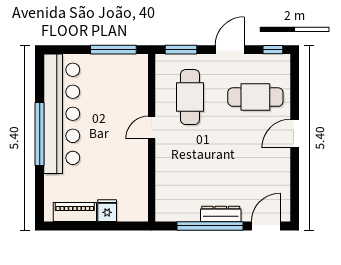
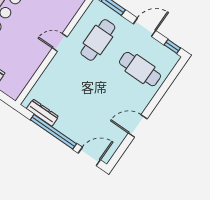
door: (295, 134) -> (138, 126), moved
dresser: (221, 214) -> (42, 113), moved

